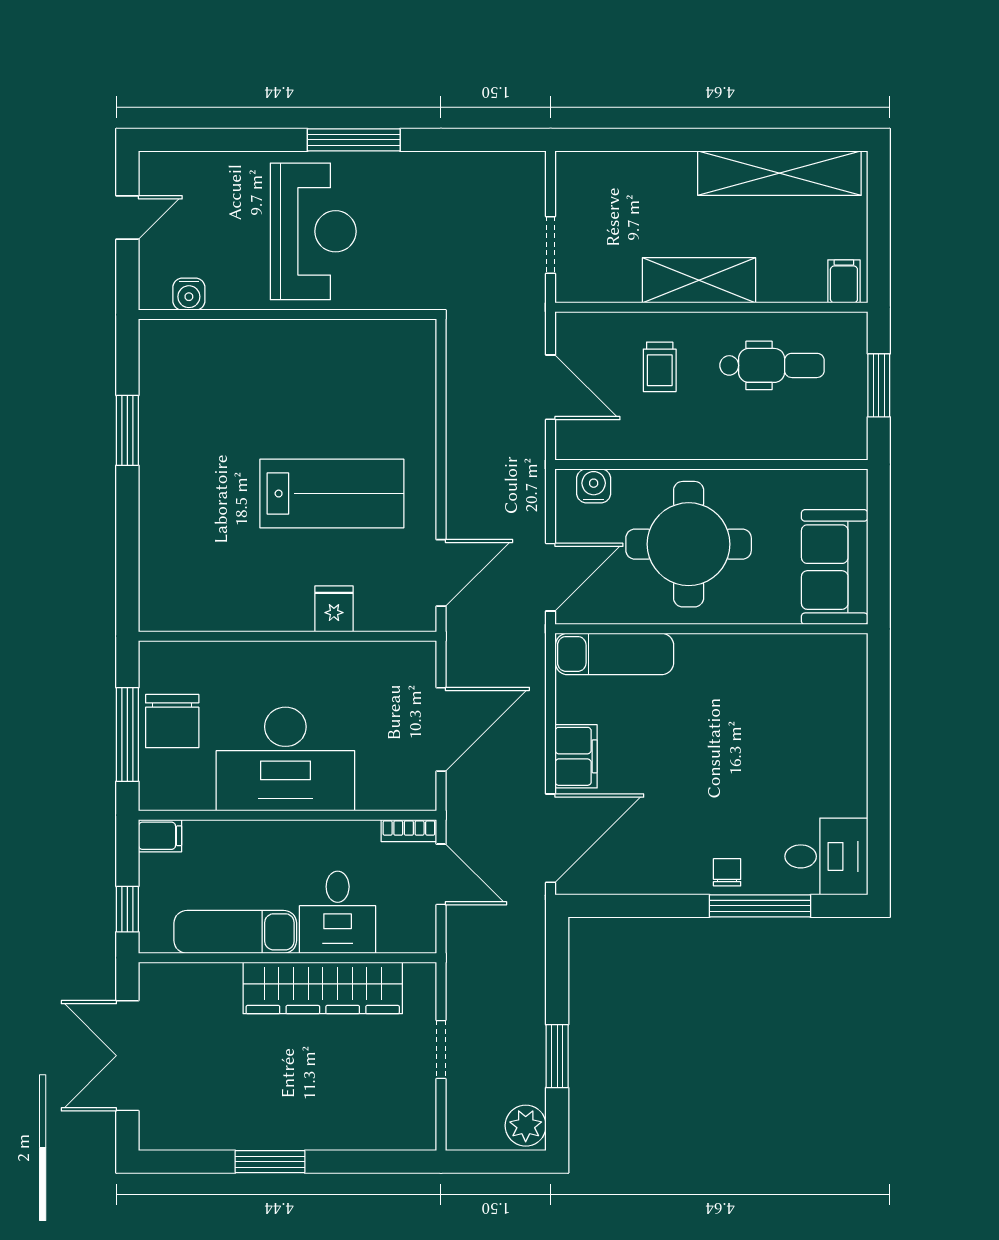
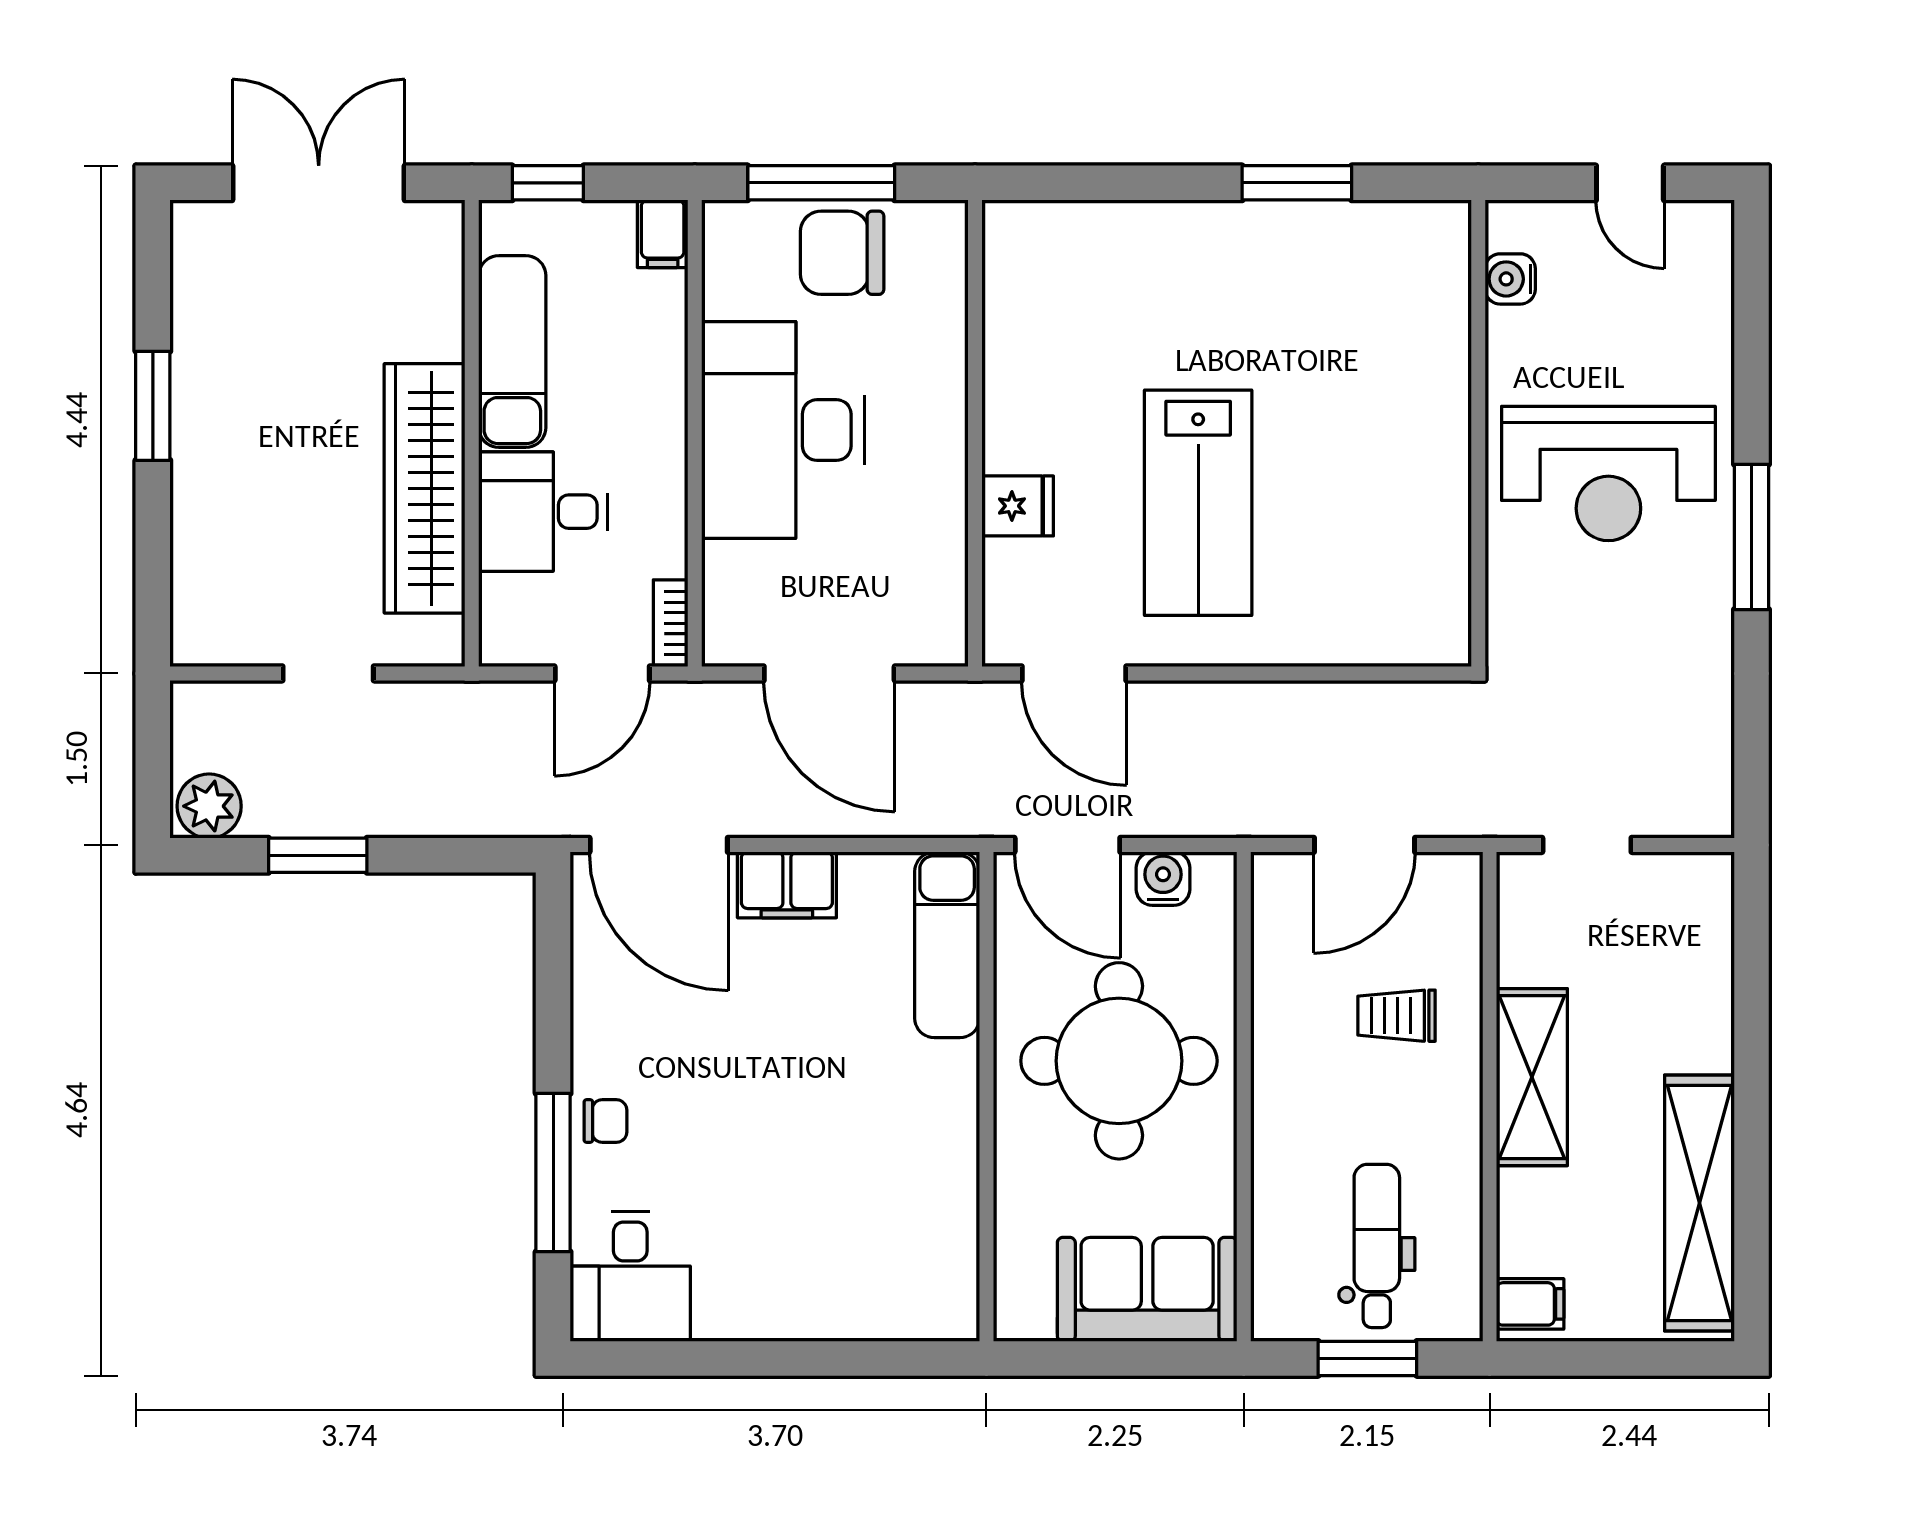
dental chair: (772, 365) -> (1377, 1246), moved, turned 180
water cooler: (594, 486) -> (1163, 879), moved, turned -90
sofa: (835, 567) -> (1147, 1289), moved

